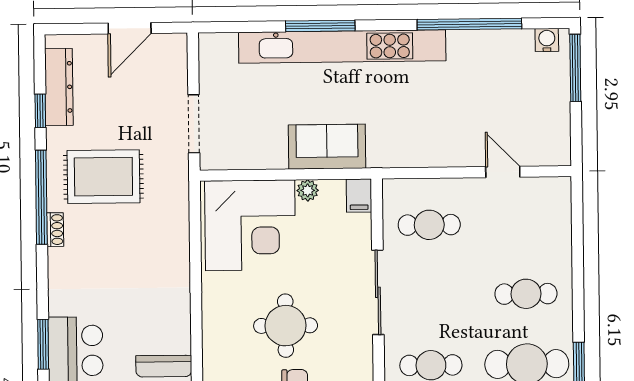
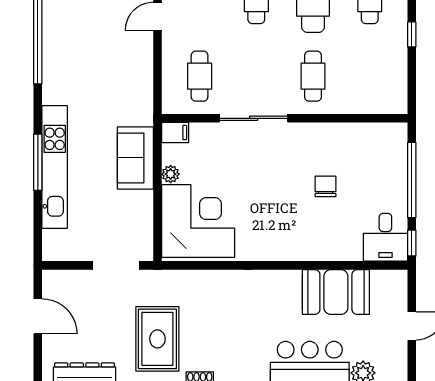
kitchen unit: (342, 47) -> (55, 167), width x0.73
round table: (286, 326) -> (280, 193), removed

